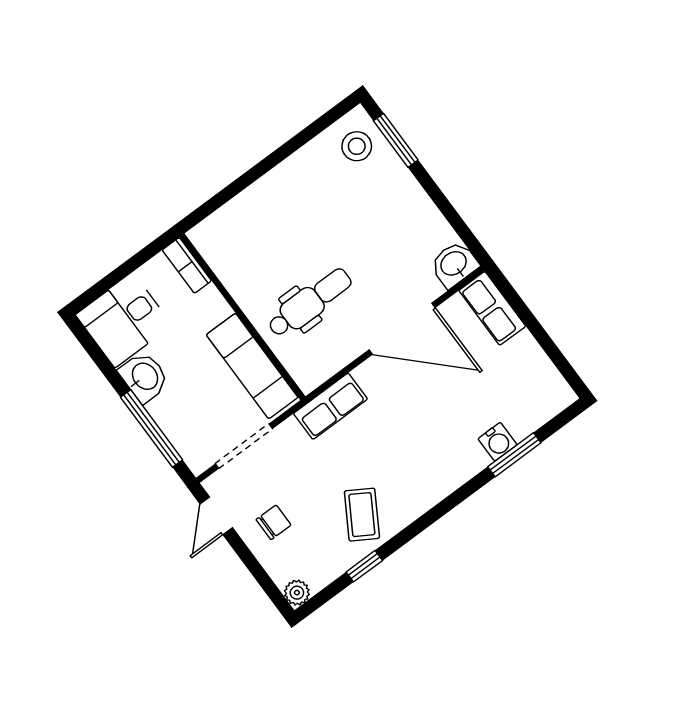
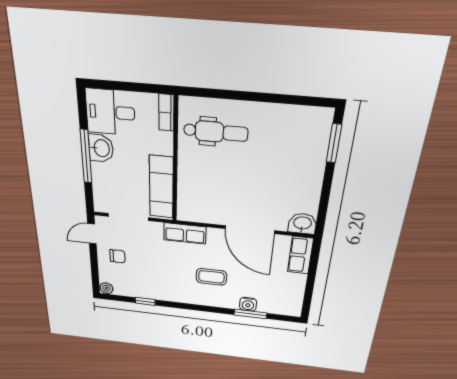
stool: (357, 146) -> (311, 129), removed
dental chair: (310, 303) -> (216, 132), moved
window: (152, 429) -> (86, 156), moved
coffee table: (362, 515) -> (211, 277), moved, turned 59

